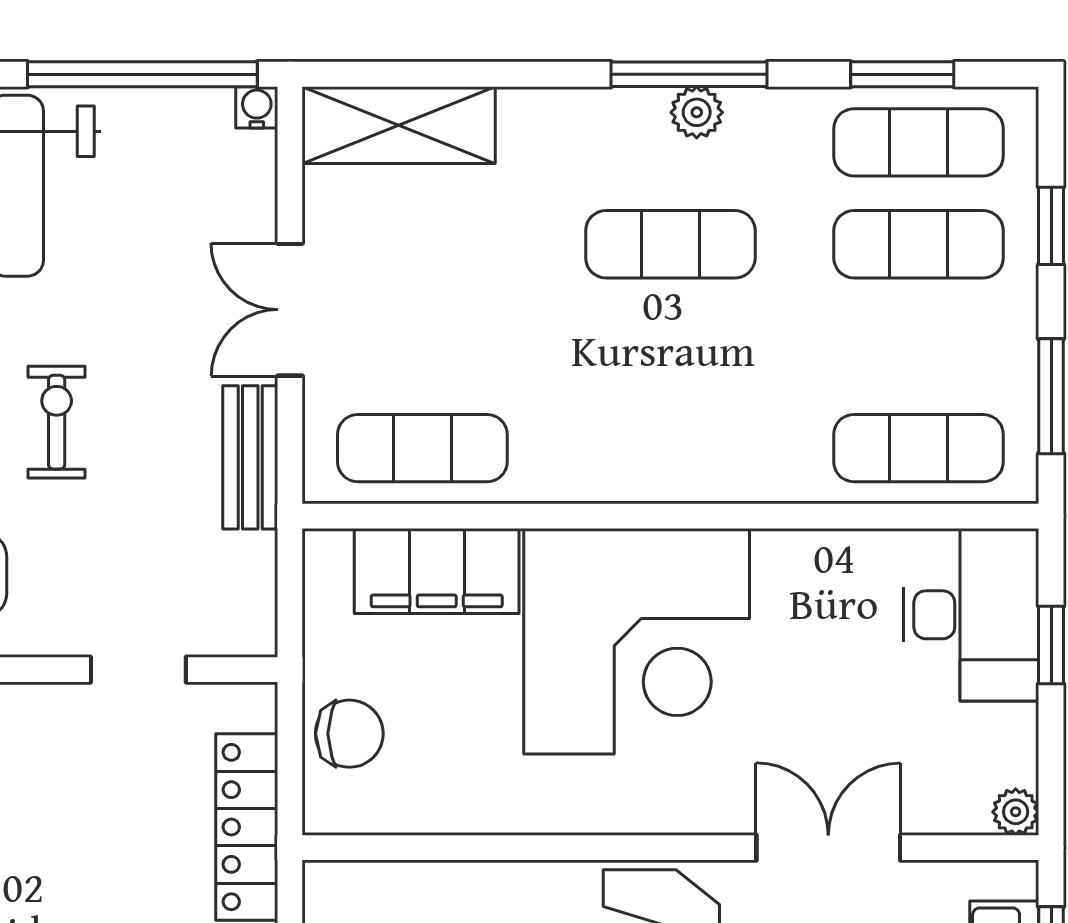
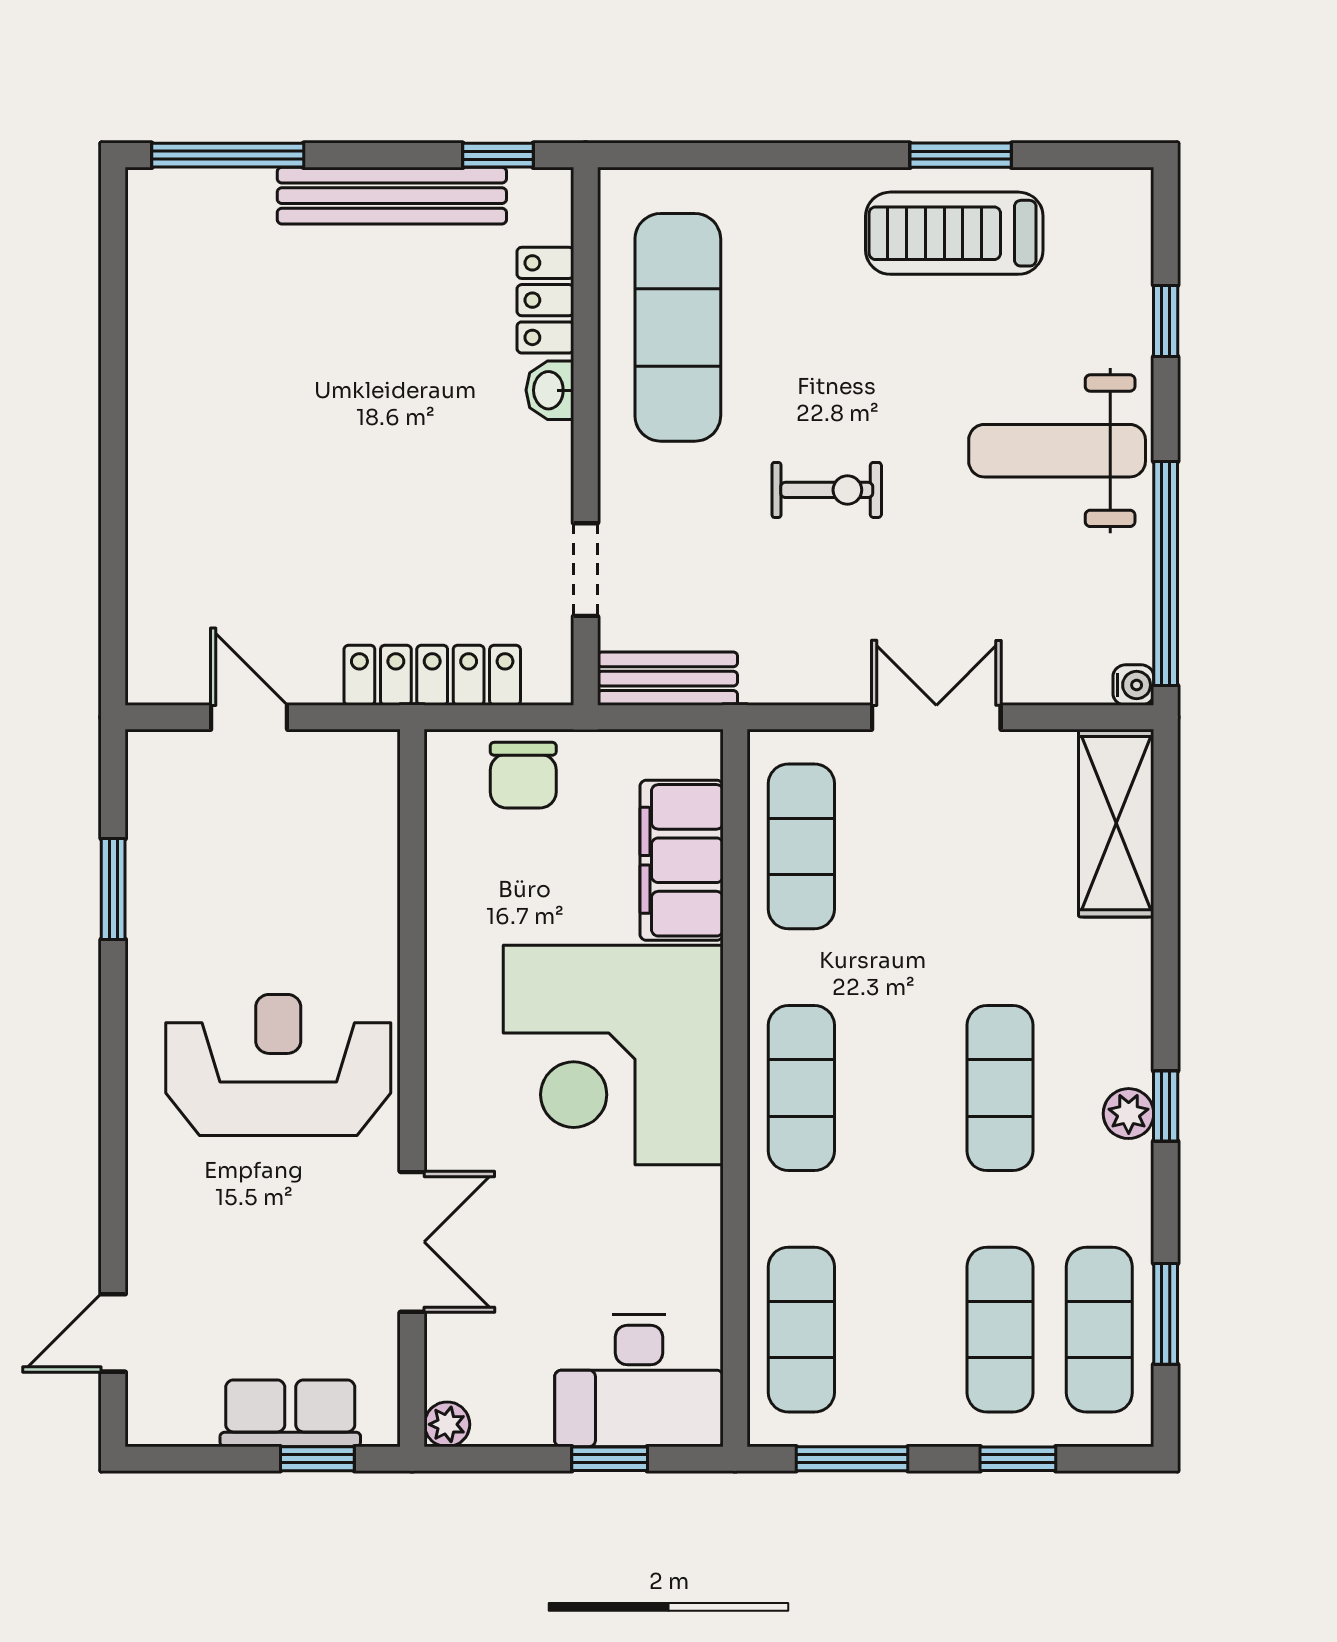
window: (689, 74) -> (1166, 1106), width x0.46
exercise mat: (670, 448) -> (801, 1088), added
bench: (250, 457) -> (668, 679), moved

